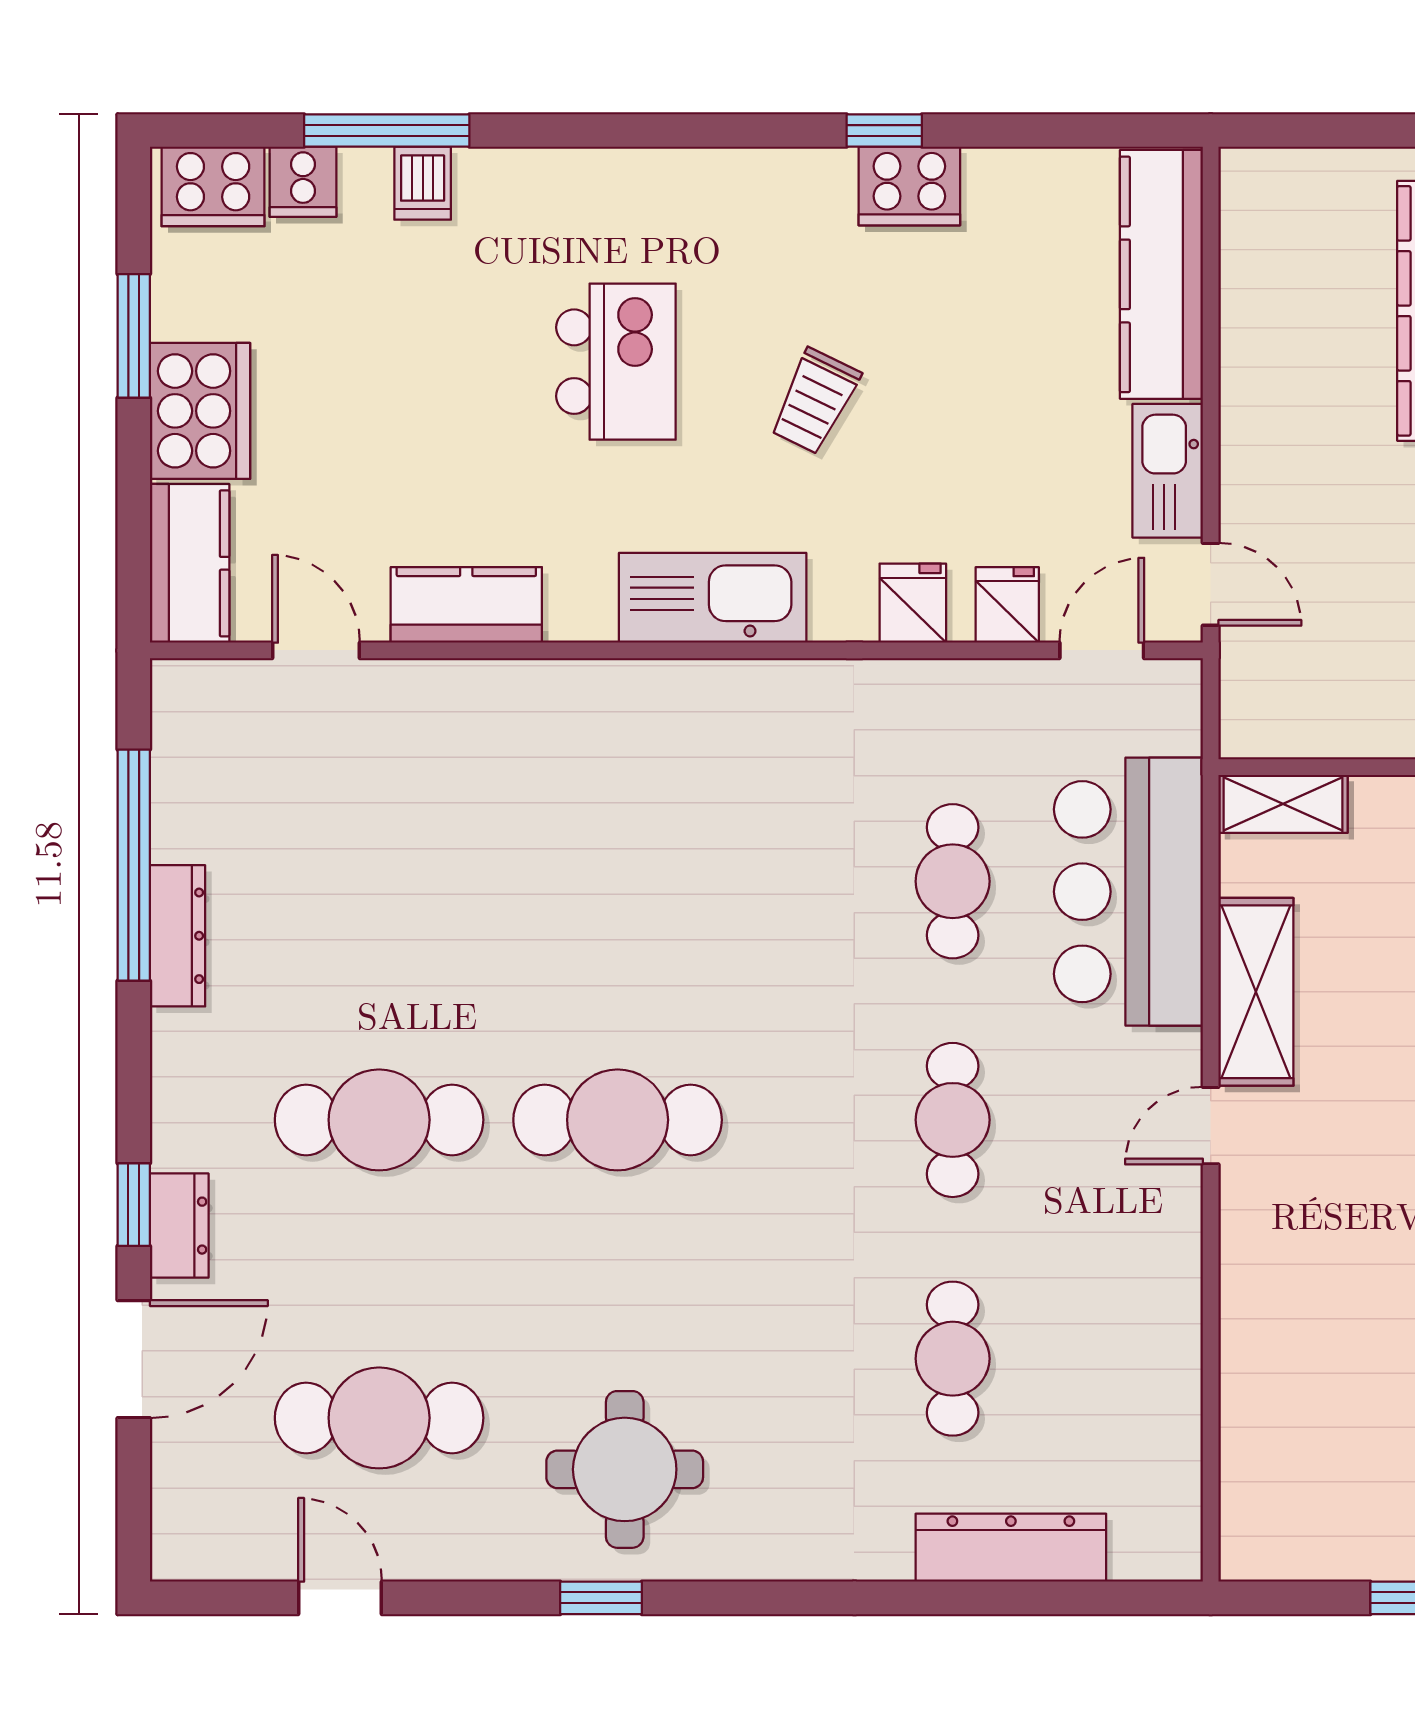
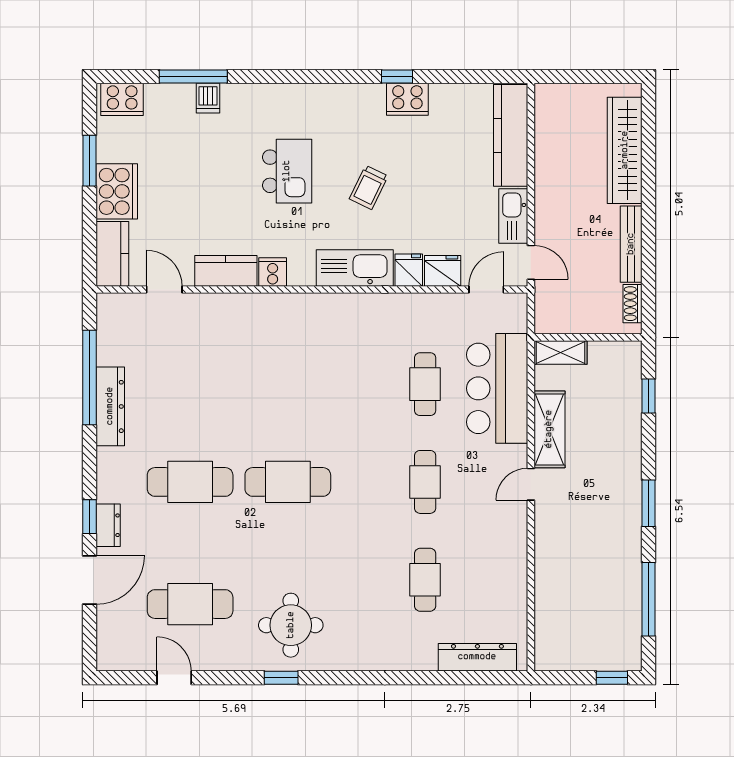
cooker: (303, 182) -> (273, 272), moved, turned 180
kitchen sink: (713, 598) -> (355, 268), moved
fridge: (1007, 605) -> (443, 271), width x1.38
dresser: (178, 936) -> (110, 406), width x1.37, depth x1.24
dresser: (1011, 1548) -> (477, 657), moved

